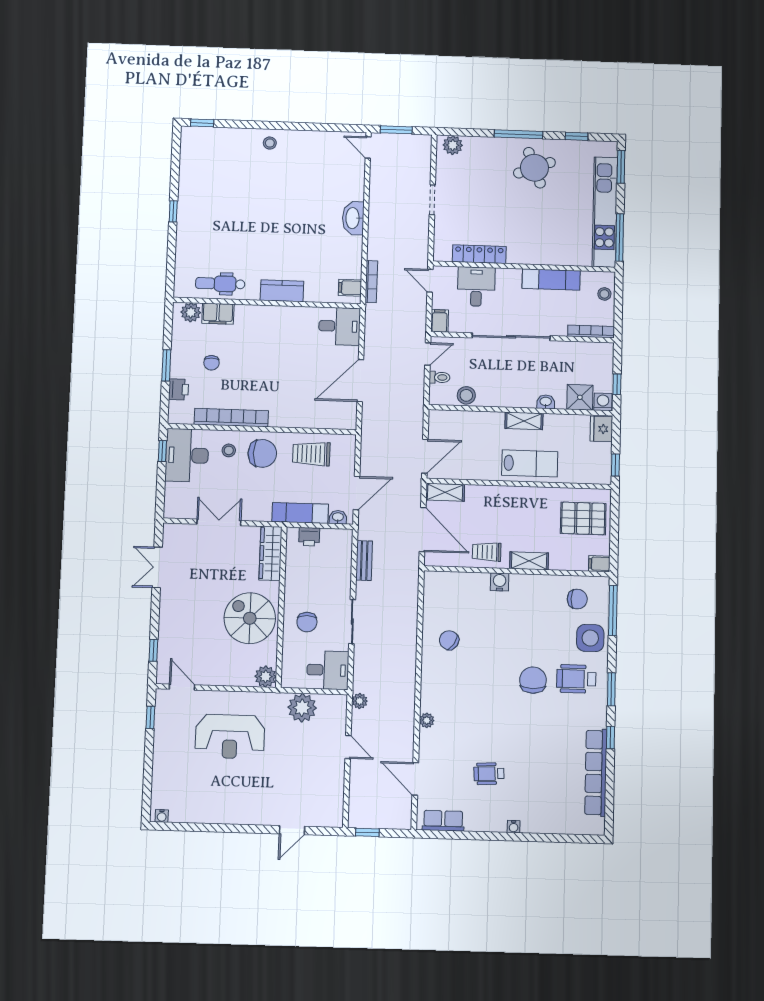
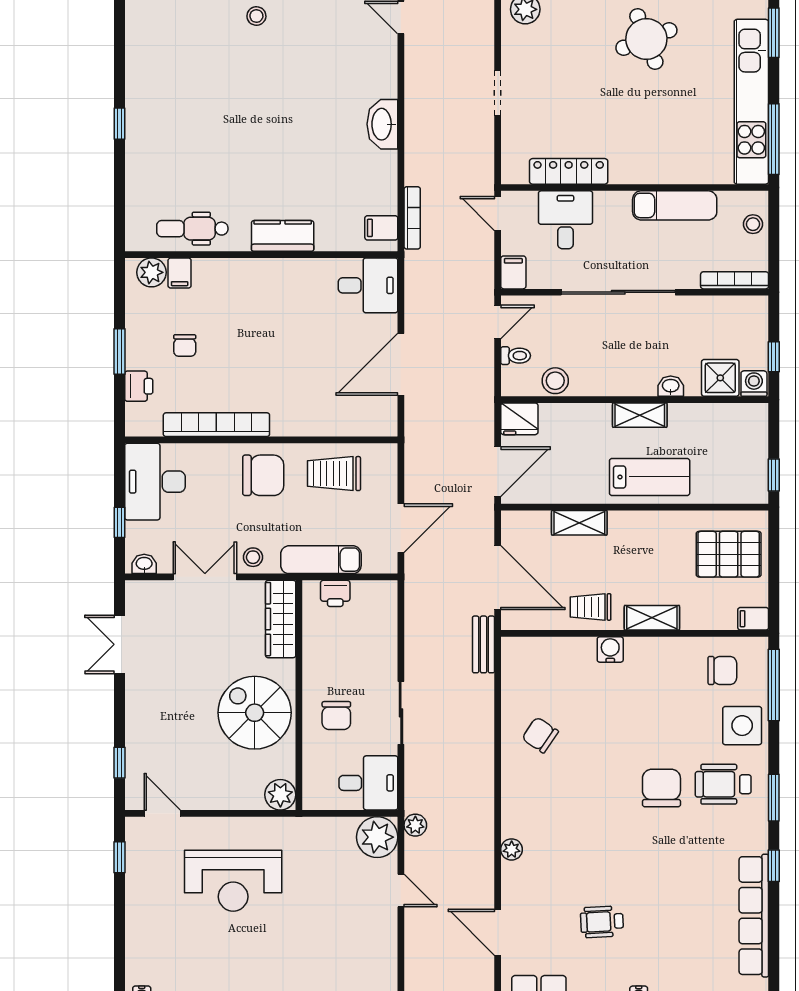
filing cabinet: (218, 314) -> (180, 273), width x0.50
fridge: (601, 429) -> (519, 419), moved, turned -90
stool: (229, 450) -> (253, 557), moved
window: (162, 451) -> (119, 522), moved
shelving: (445, 492) -> (579, 523), moved
washbasin: (338, 517) -> (144, 564), moved
bench: (364, 561) -> (484, 644), moved
plant: (302, 708) -> (377, 837), moved

